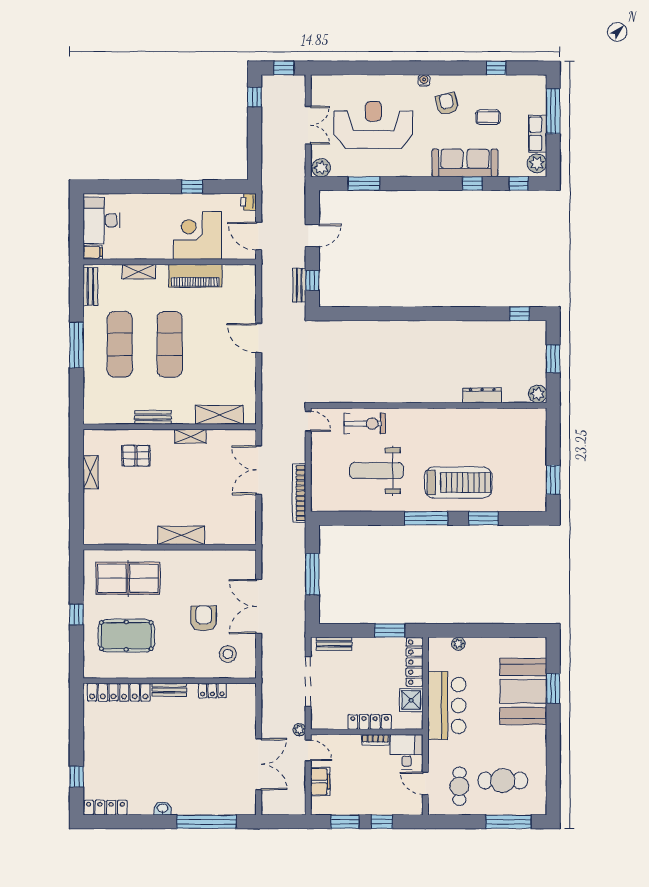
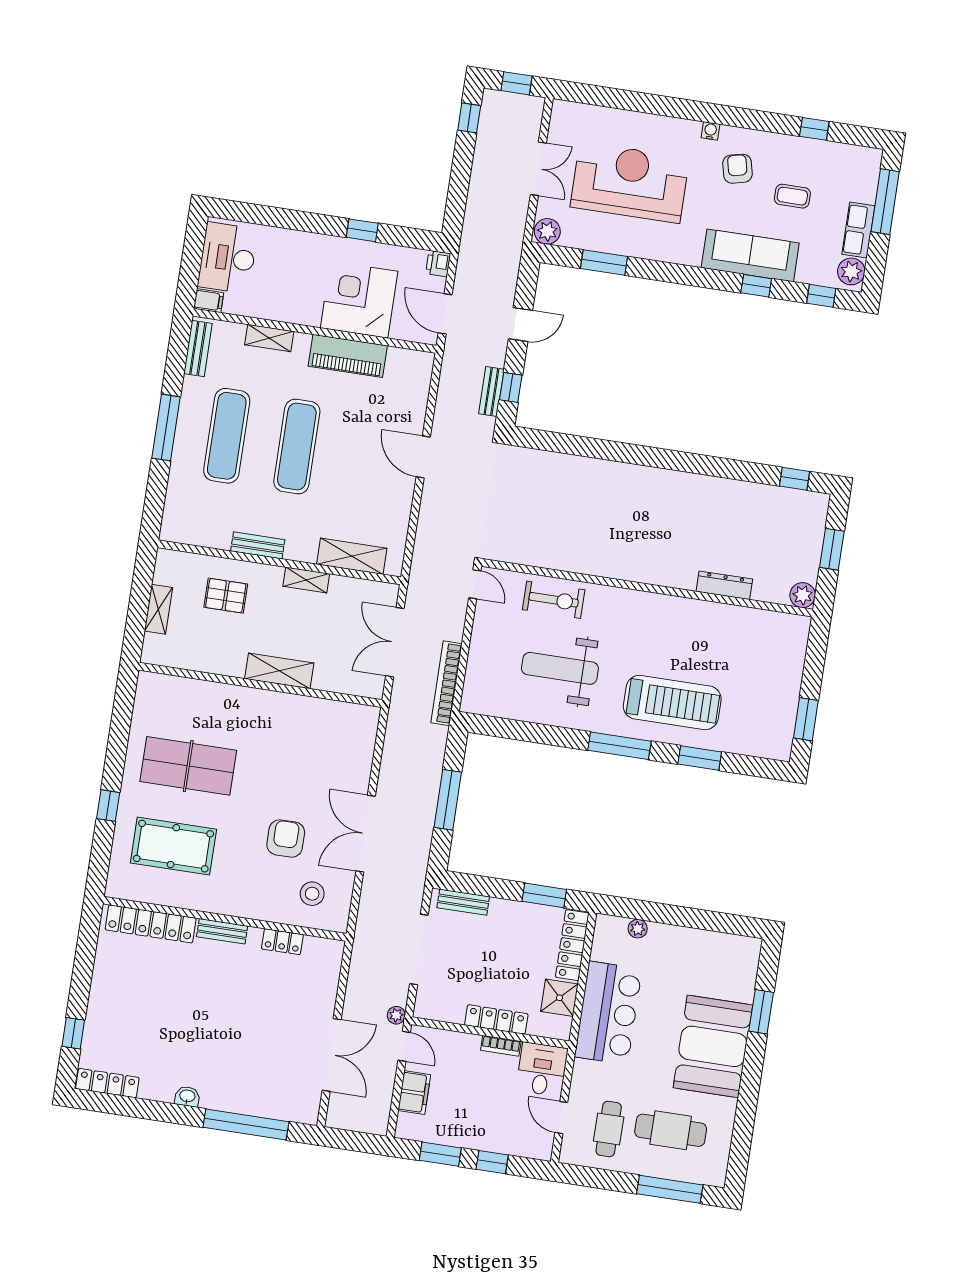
shelving: (181, 535) -> (279, 671), moved
wall: (170, 547) -> (260, 685), moved
booth: (523, 691) -> (713, 1046), moved

